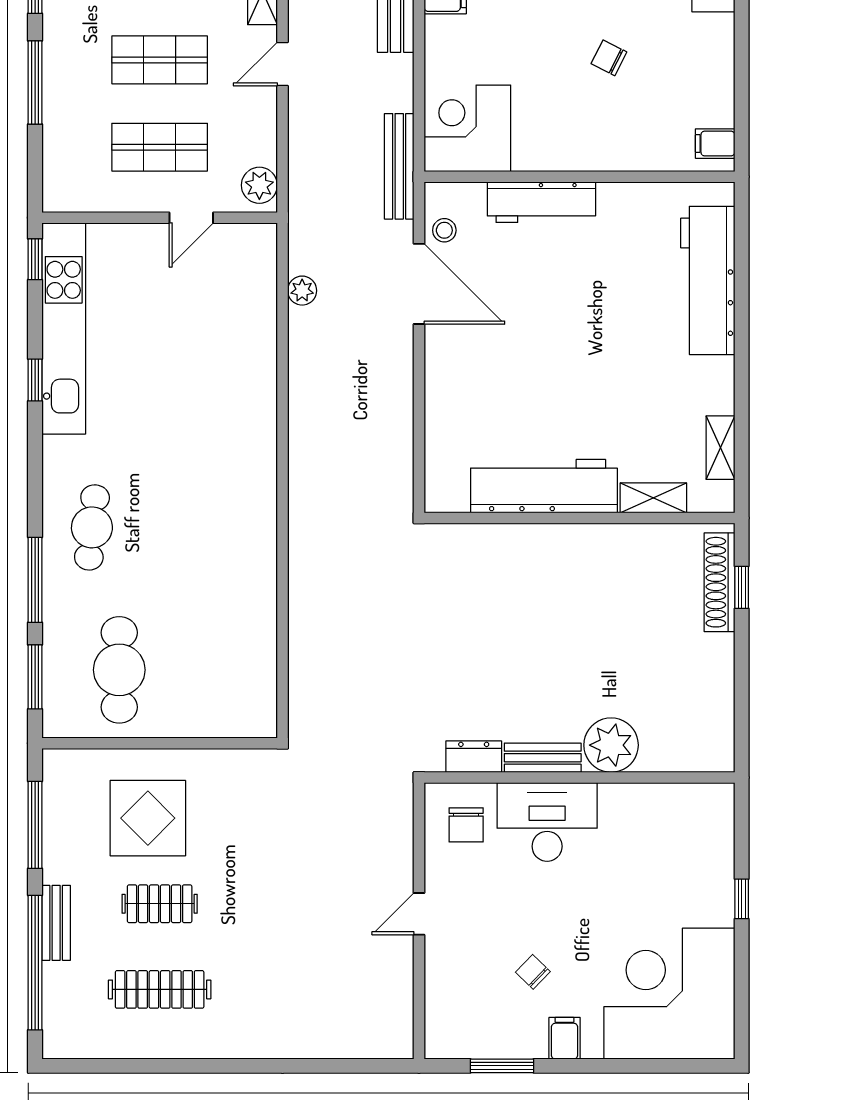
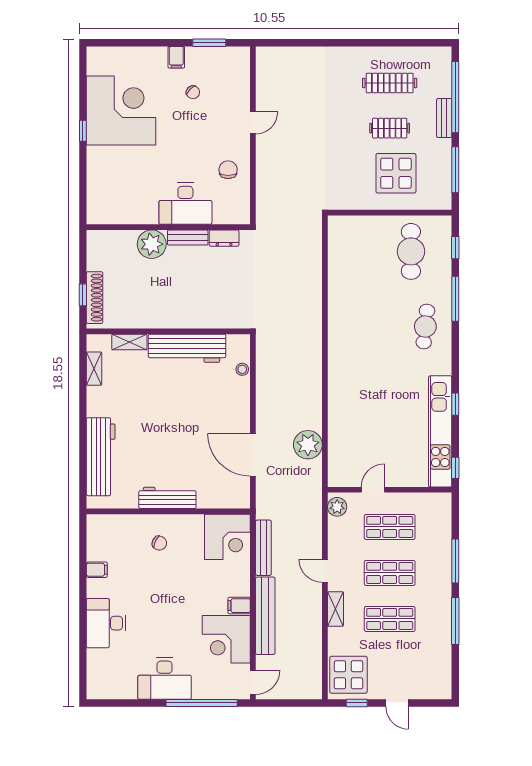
chair: (609, 58) -> (159, 543), moved
door: (282, 64) -> (325, 571), swing flipped
filing cabinet: (715, 144) -> (97, 570), moved
bench: (399, 166) -> (263, 548), moved
workbench: (541, 202) -> (167, 498), moved
stool: (444, 230) -> (242, 369), moved
plant: (302, 291) -> (308, 445), width x1.88, depth x1.88
window: (35, 677) -> (455, 248), width x0.67
plant: (611, 745) -> (152, 244), moved
dresser: (474, 757) -> (224, 238), moved
bench: (543, 758) -> (188, 238), moved
wall: (579, 777) -> (168, 227), moved
desk: (547, 822) -> (185, 204), moved
corner desk: (669, 994) -> (121, 110), moved, turned -90

